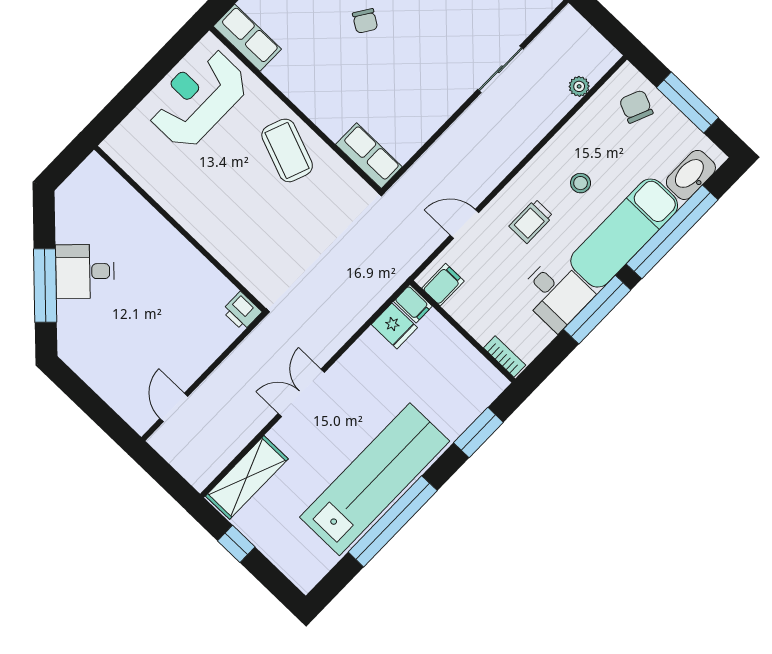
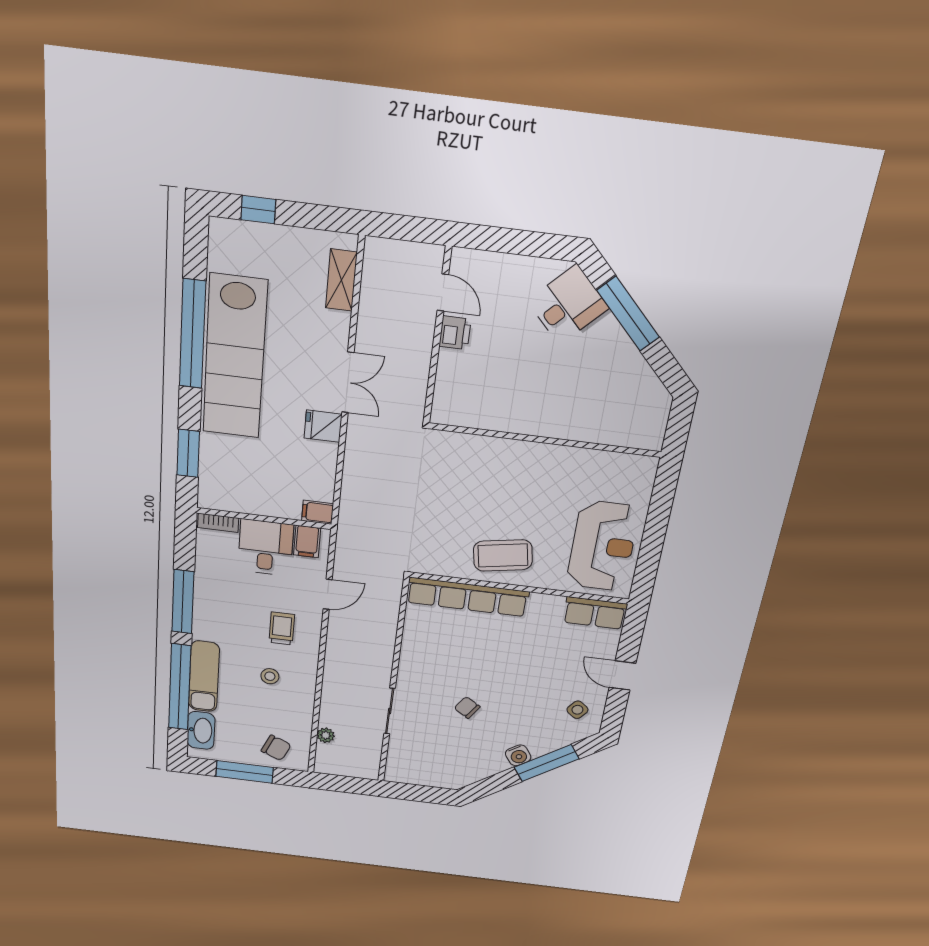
chair: (365, 21) -> (467, 708), moved
coffee table: (287, 150) -> (503, 555), turned -31
row of seats: (369, 156) -> (467, 597), width x2.02
exam couch: (624, 233) -> (204, 676), width x0.73, depth x0.69
desk: (85, 271) -> (568, 305), moved
desk: (556, 294) -> (266, 548), moved, turned 90
printer: (242, 311) -> (455, 333), moved, turned 90
fridge: (394, 326) -> (323, 426), moved
shelving: (247, 477) -> (341, 280), width x0.67, depth x0.75
window: (236, 544) -> (258, 210), moved

